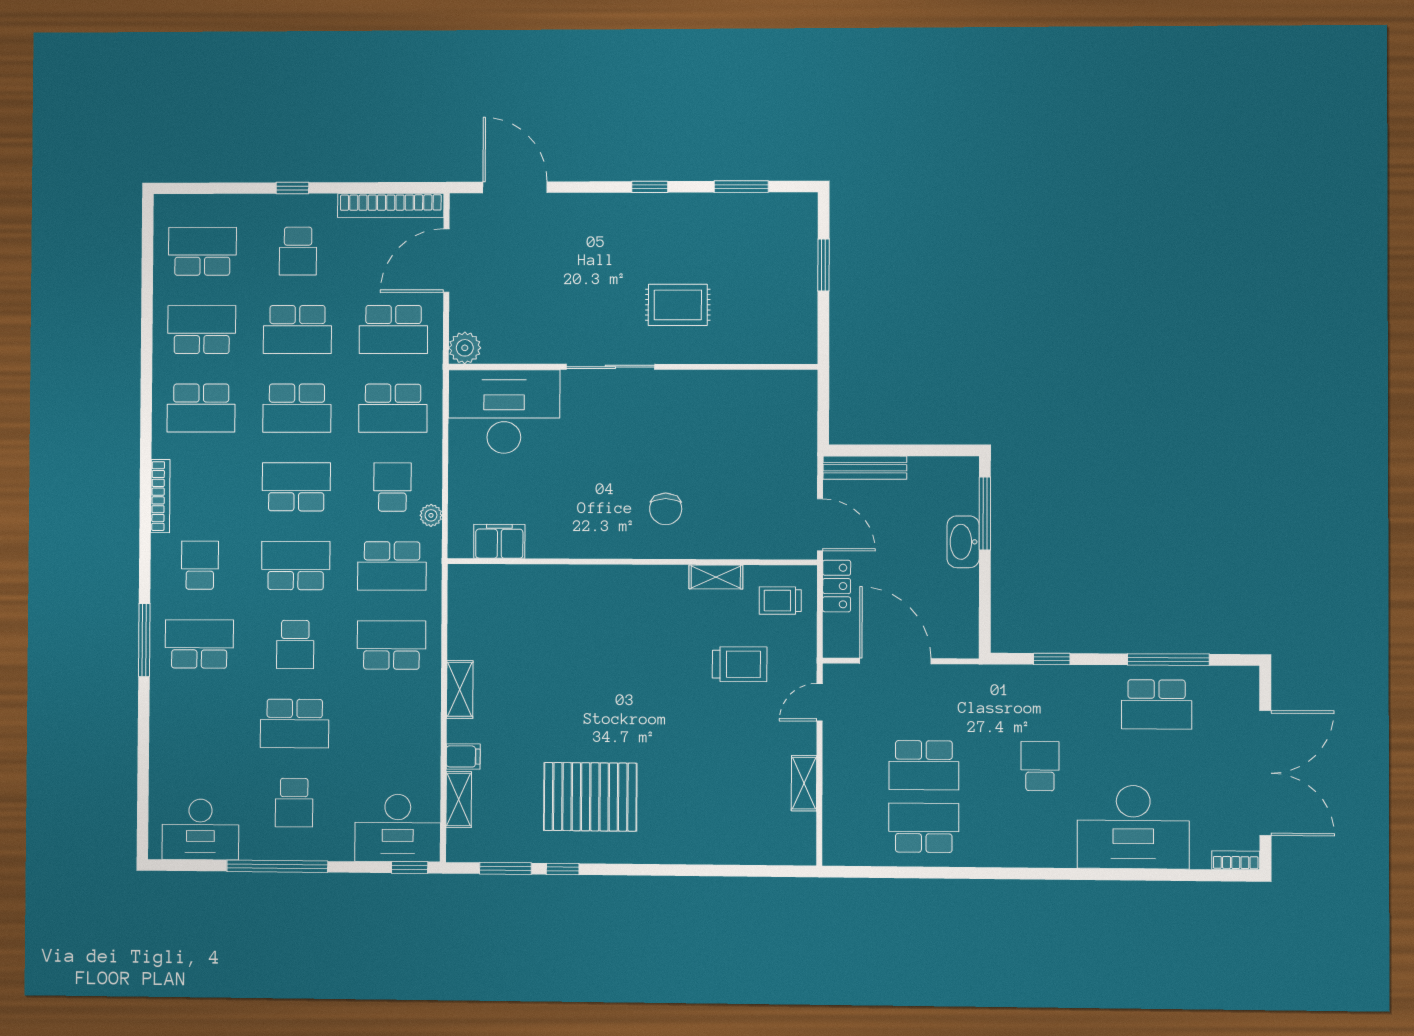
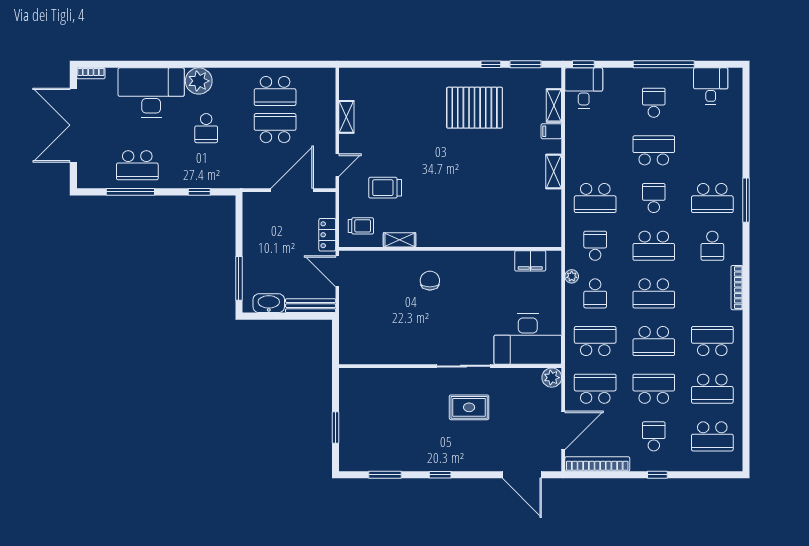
rug: (678, 305) -> (469, 407), moved
school desk: (297, 408) -> (654, 341), turned 180
washbasin: (963, 542) -> (269, 303), moved, turned -90
school desk: (392, 566) -> (595, 246), width x0.54
door: (895, 661) -> (292, 190), swing flipped
school desk: (1157, 704) -> (137, 165), turned 180
desk: (398, 828) -> (584, 88), width x0.73
desk: (200, 829) -> (711, 86), width x0.73
plant: (1053, 846) -> (199, 81), added

